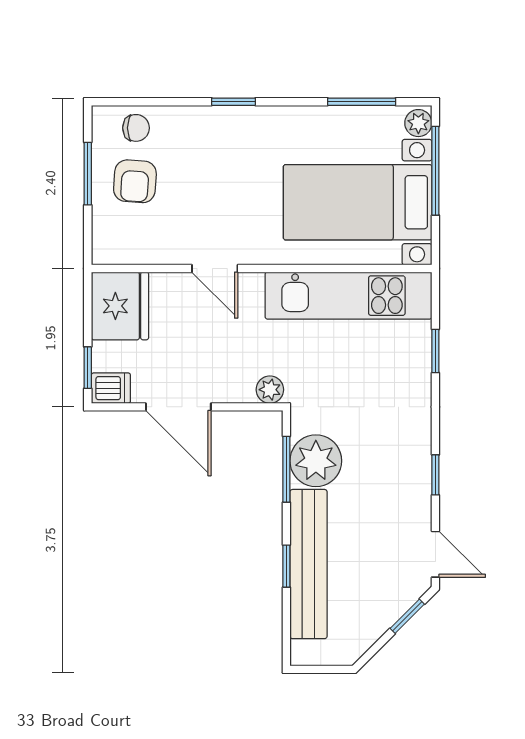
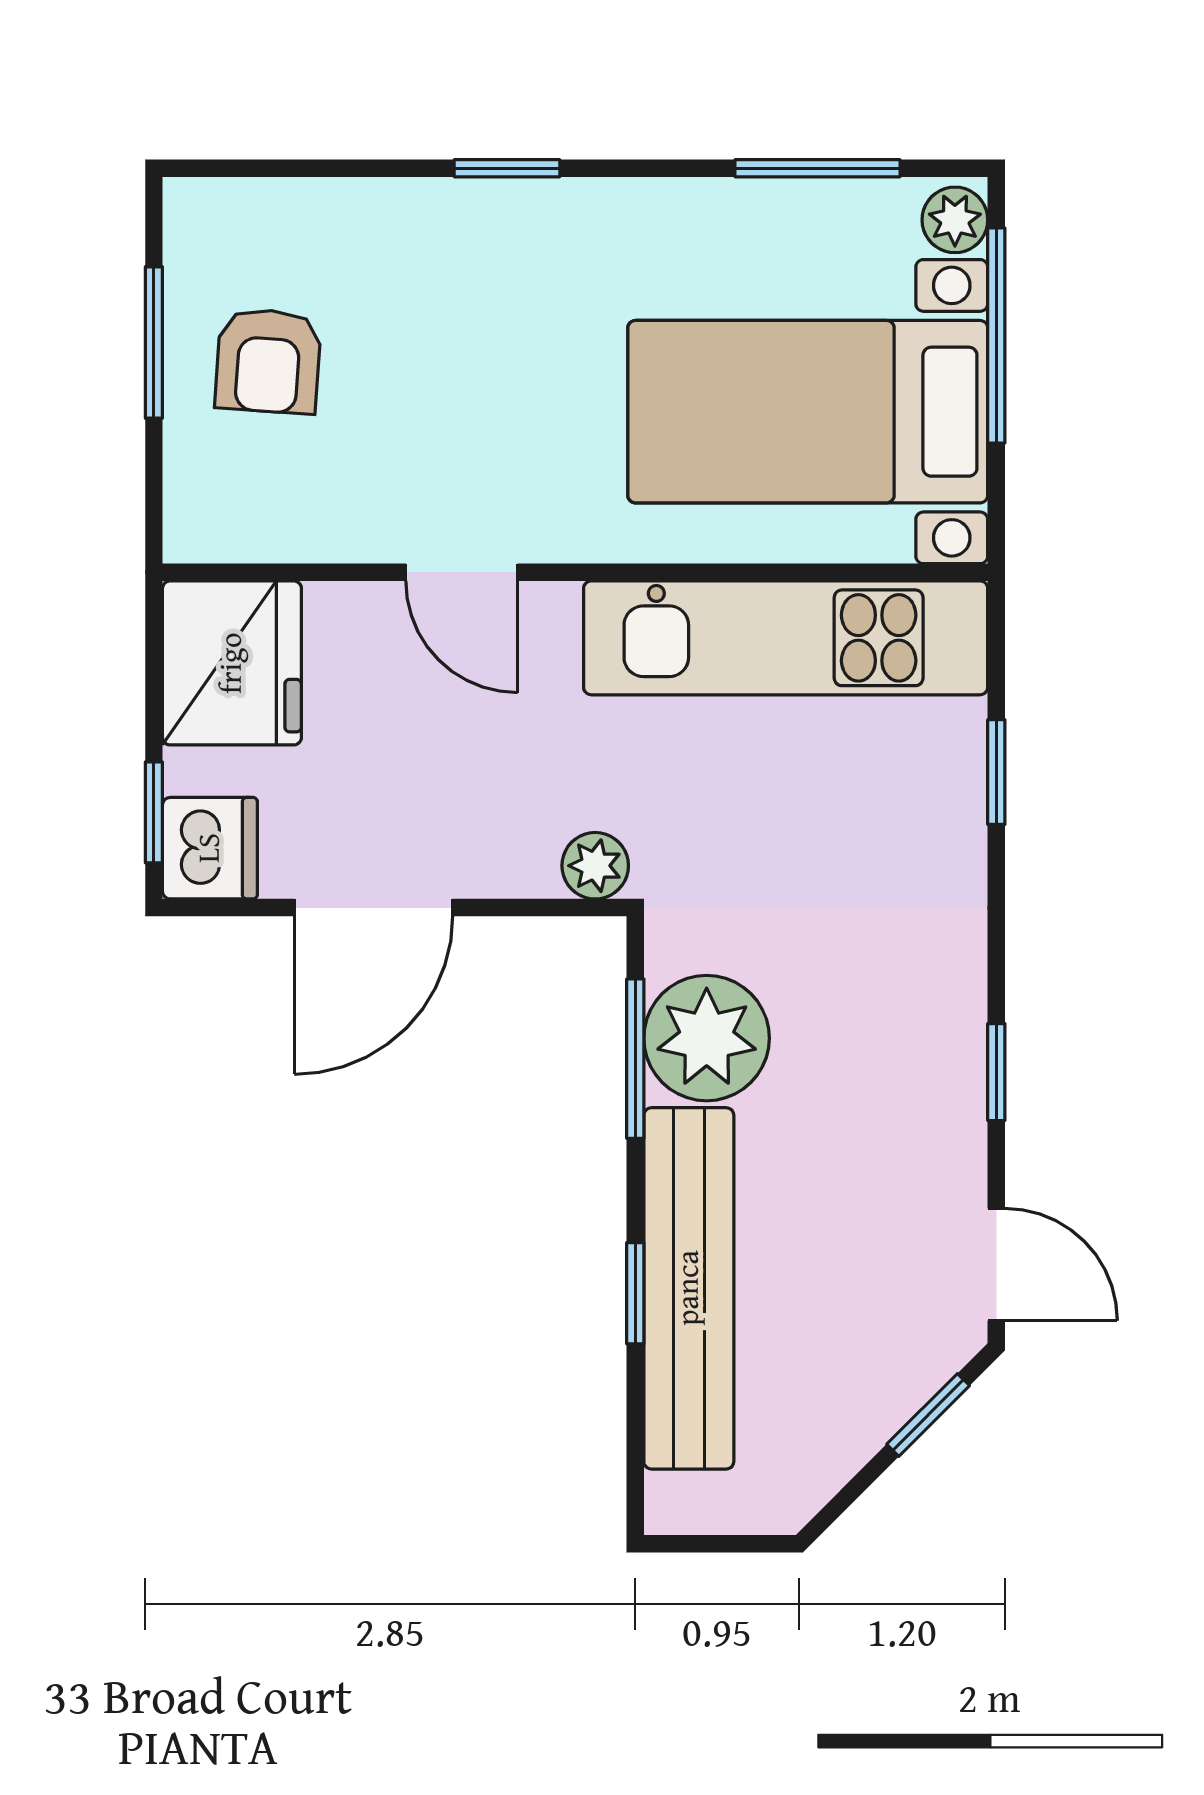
chair: (136, 128) -> (271, 232), removed
dishwasher: (111, 388) -> (210, 848), width x1.38
door: (178, 407) -> (374, 908), hinge flipped

